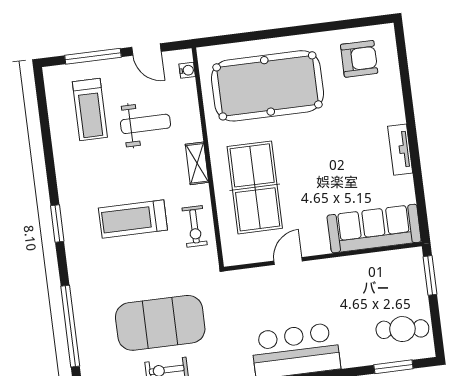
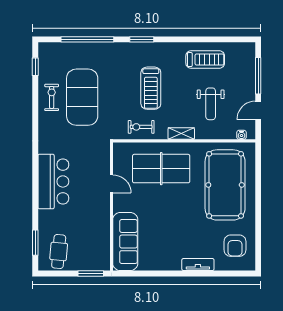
treadmill: (90, 109) -> (205, 60), moved, turned 180
tv unit: (400, 150) -> (198, 265), moved
treadmill: (133, 219) -> (151, 88), turned 180
window: (57, 223) -> (142, 39), moved

